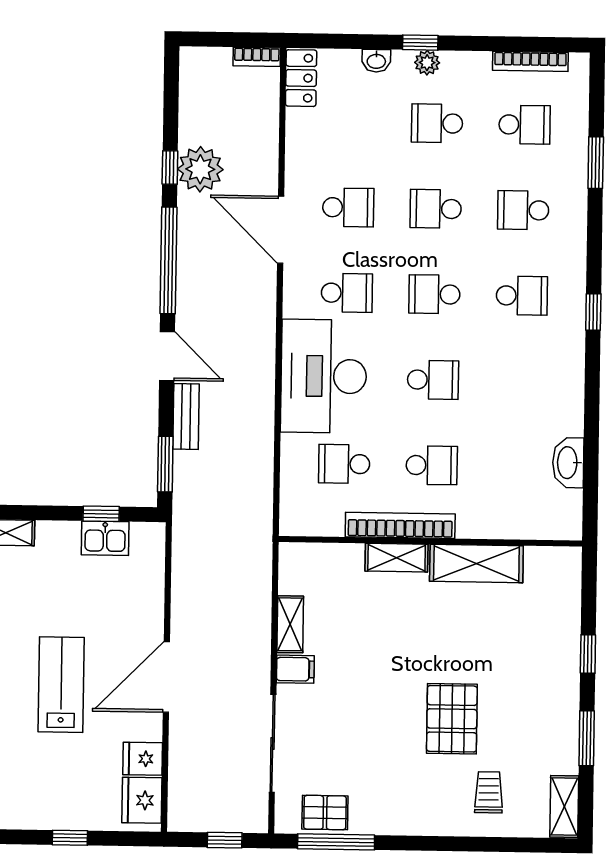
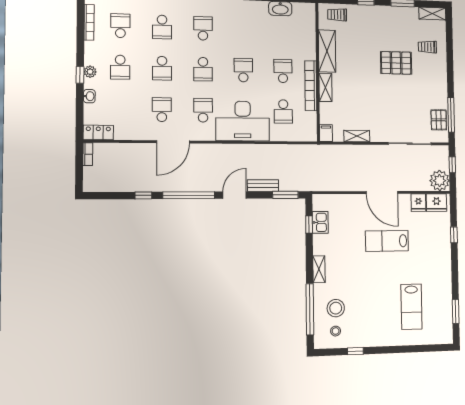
plant: (200, 169) -> (440, 181), moved
trolley: (557, 588) -> (337, 15), added
filing cabinet: (295, 669) -> (326, 133), moved

